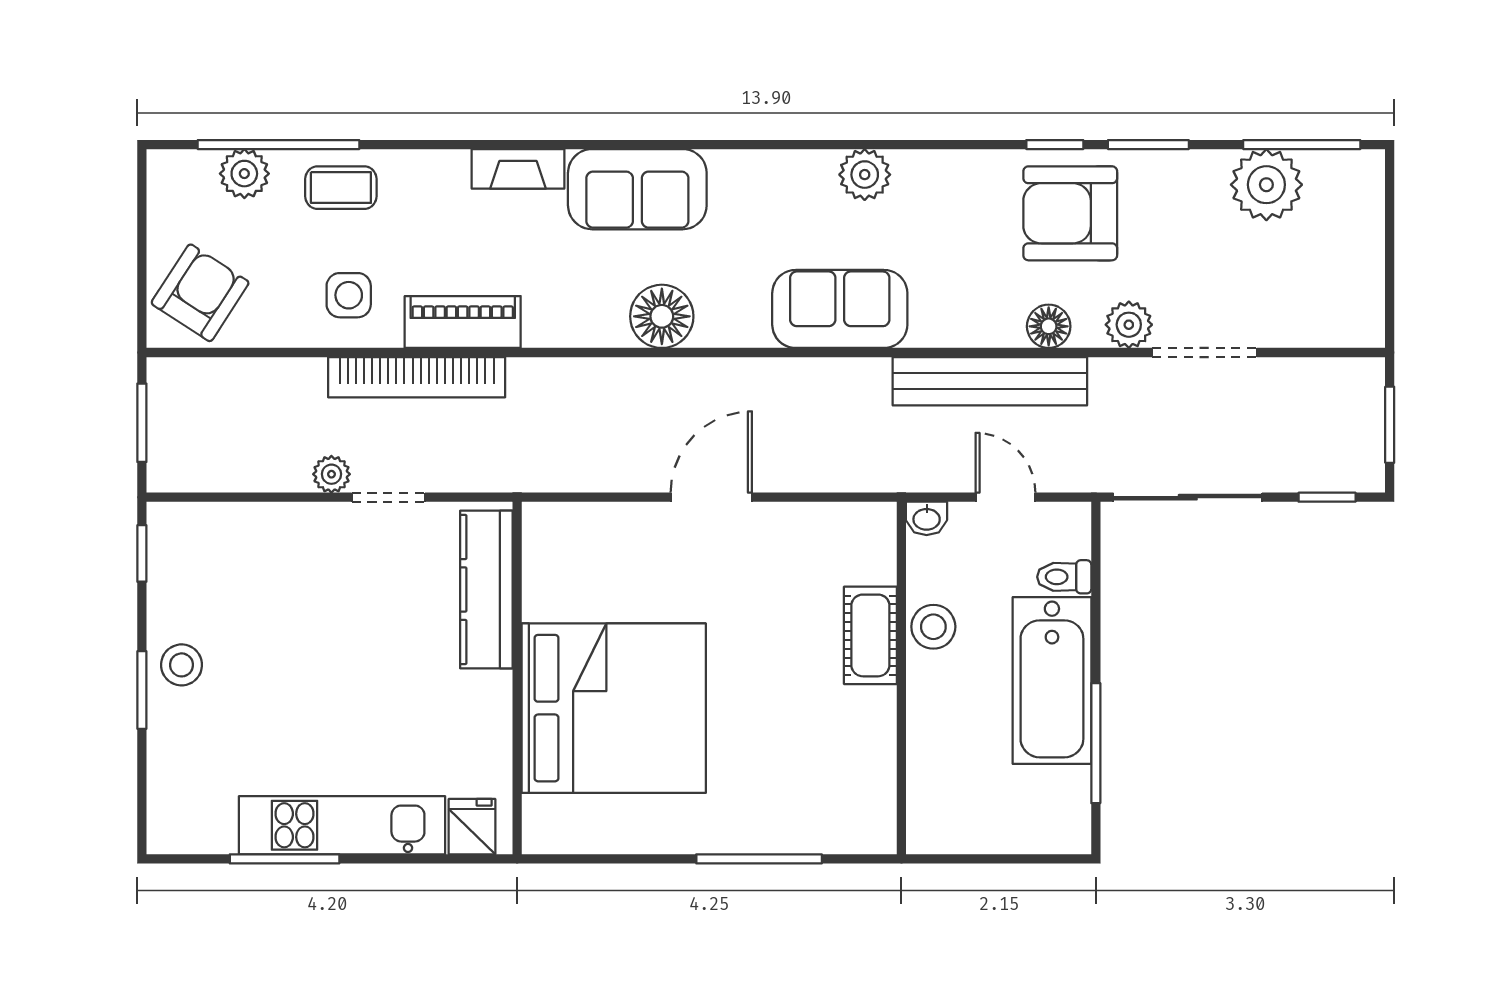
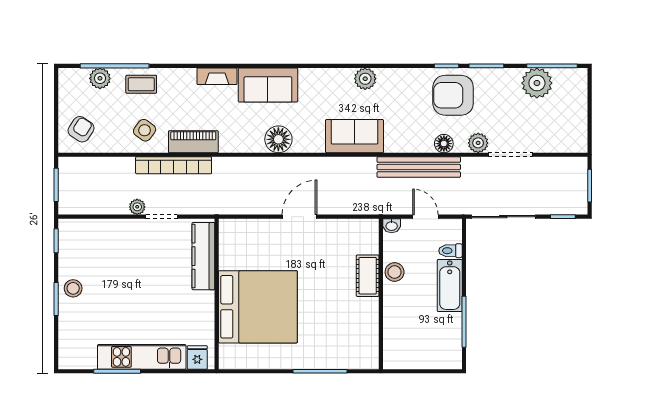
armchair: (200, 293) -> (81, 129), width x0.72, depth x0.72
side table: (349, 295) -> (145, 130), turned 36
bathtub: (1052, 680) -> (450, 285), width x0.73, depth x0.73

